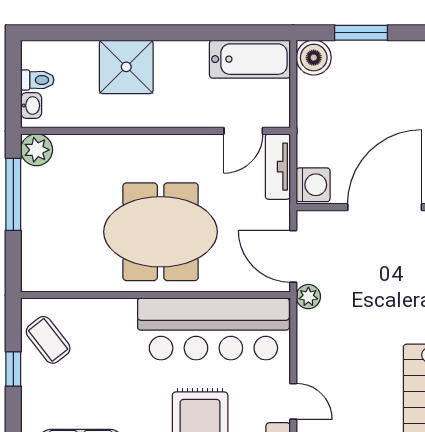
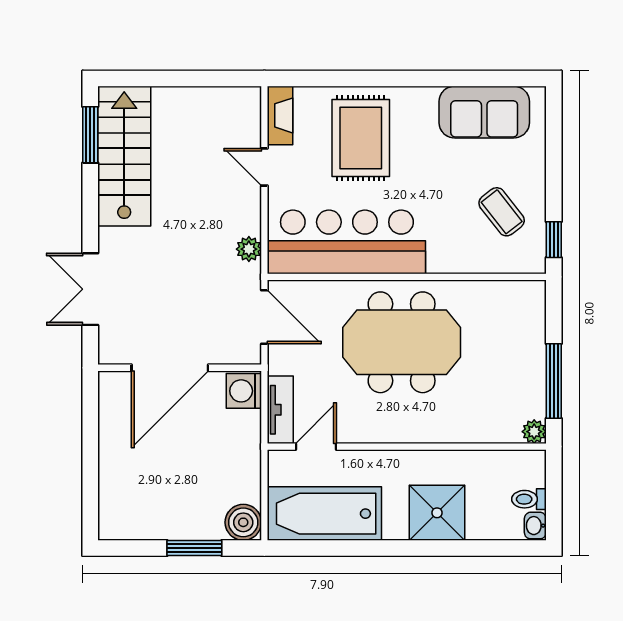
bathtub: (250, 59) -> (324, 514), width x1.36, depth x1.36
washbasin: (31, 106) -> (535, 526), moved
plant: (37, 150) -> (534, 432), width x0.73, depth x0.73
plant: (308, 297) -> (249, 249), moved
coffee table: (48, 340) -> (502, 212), moved
window: (13, 369) -> (554, 240), moved

